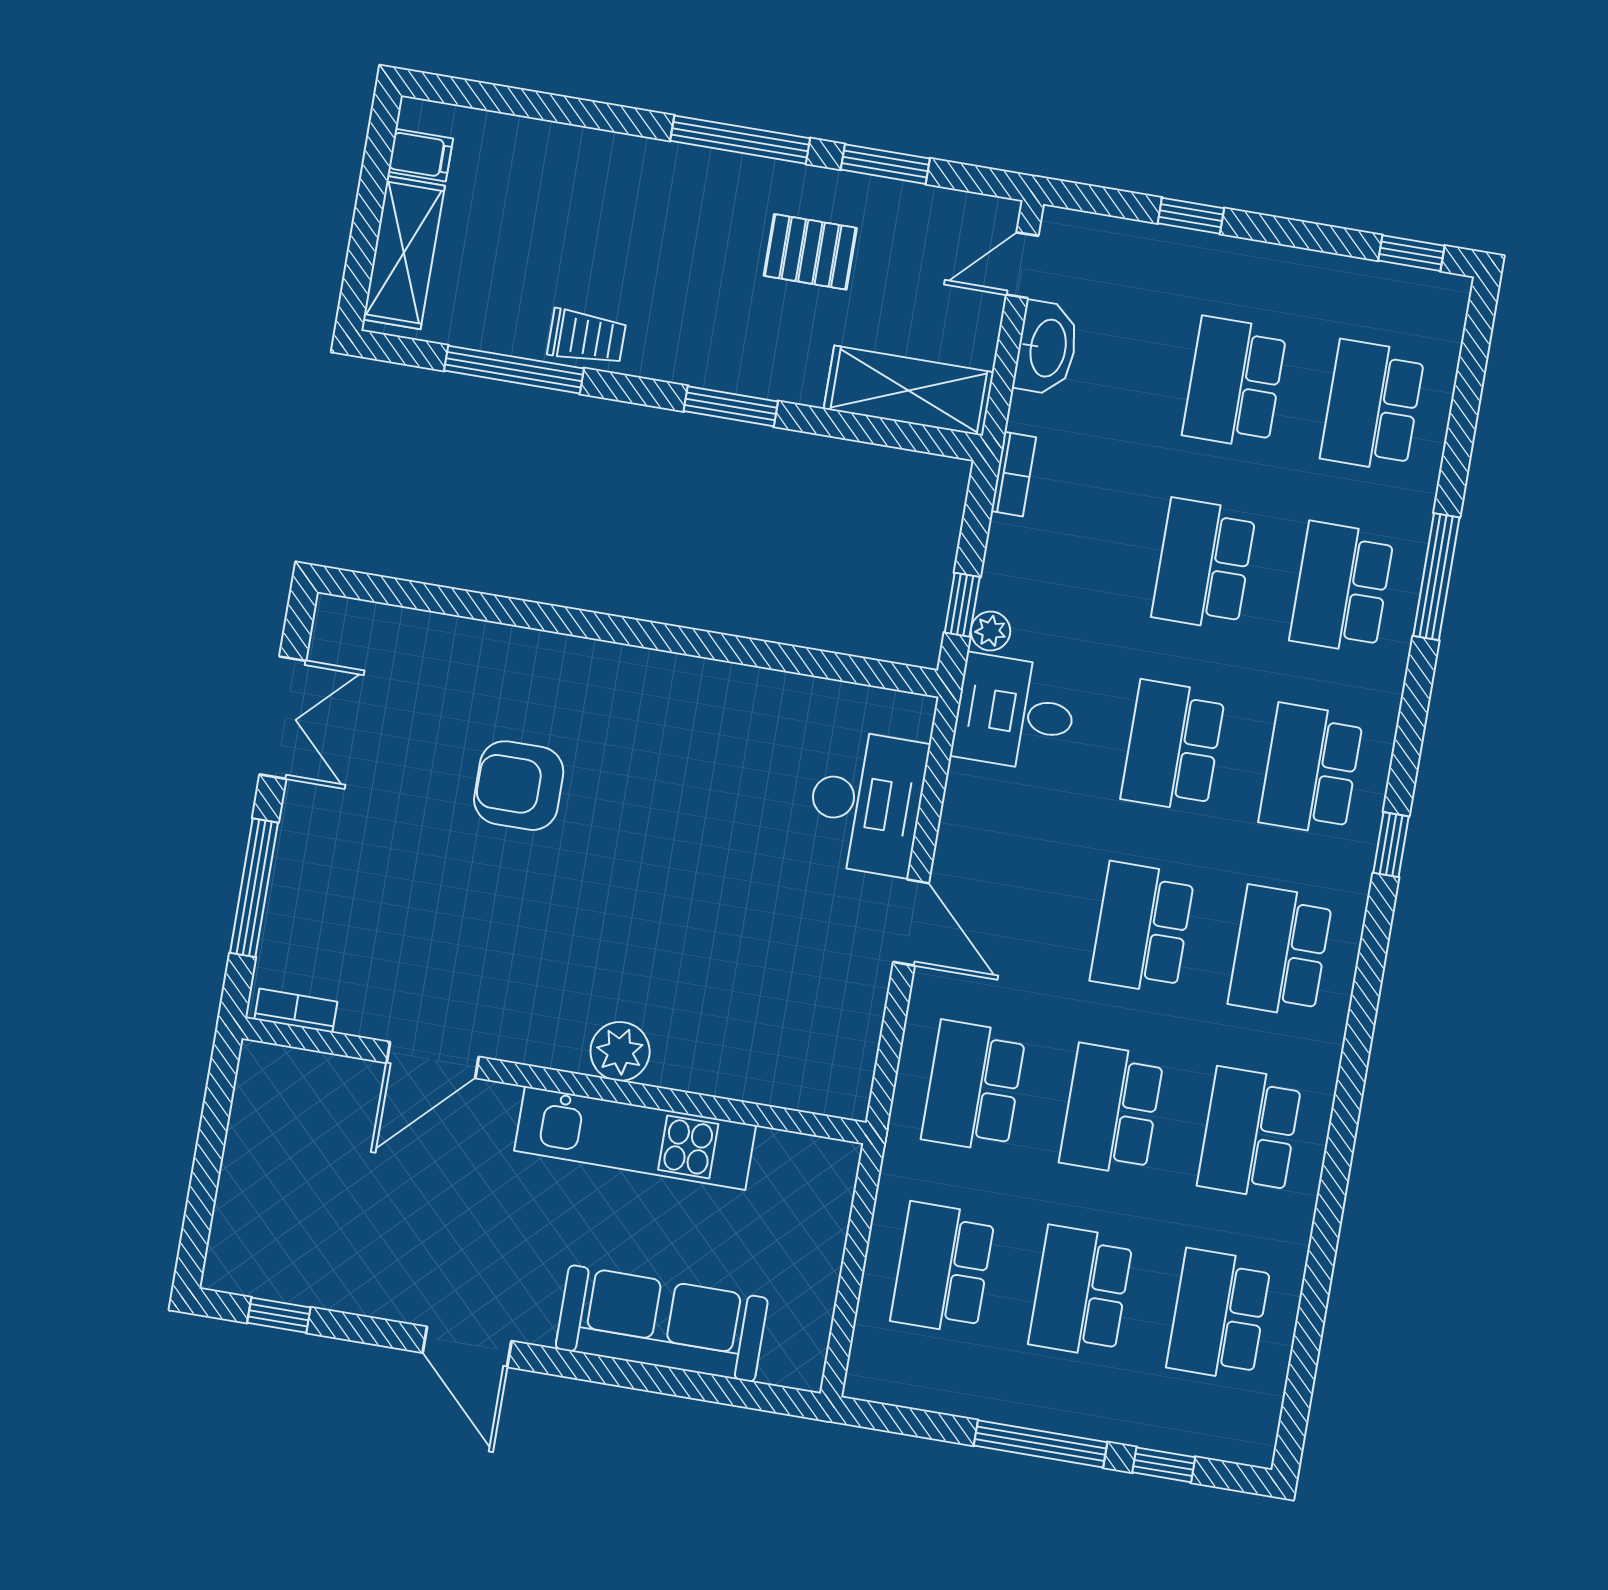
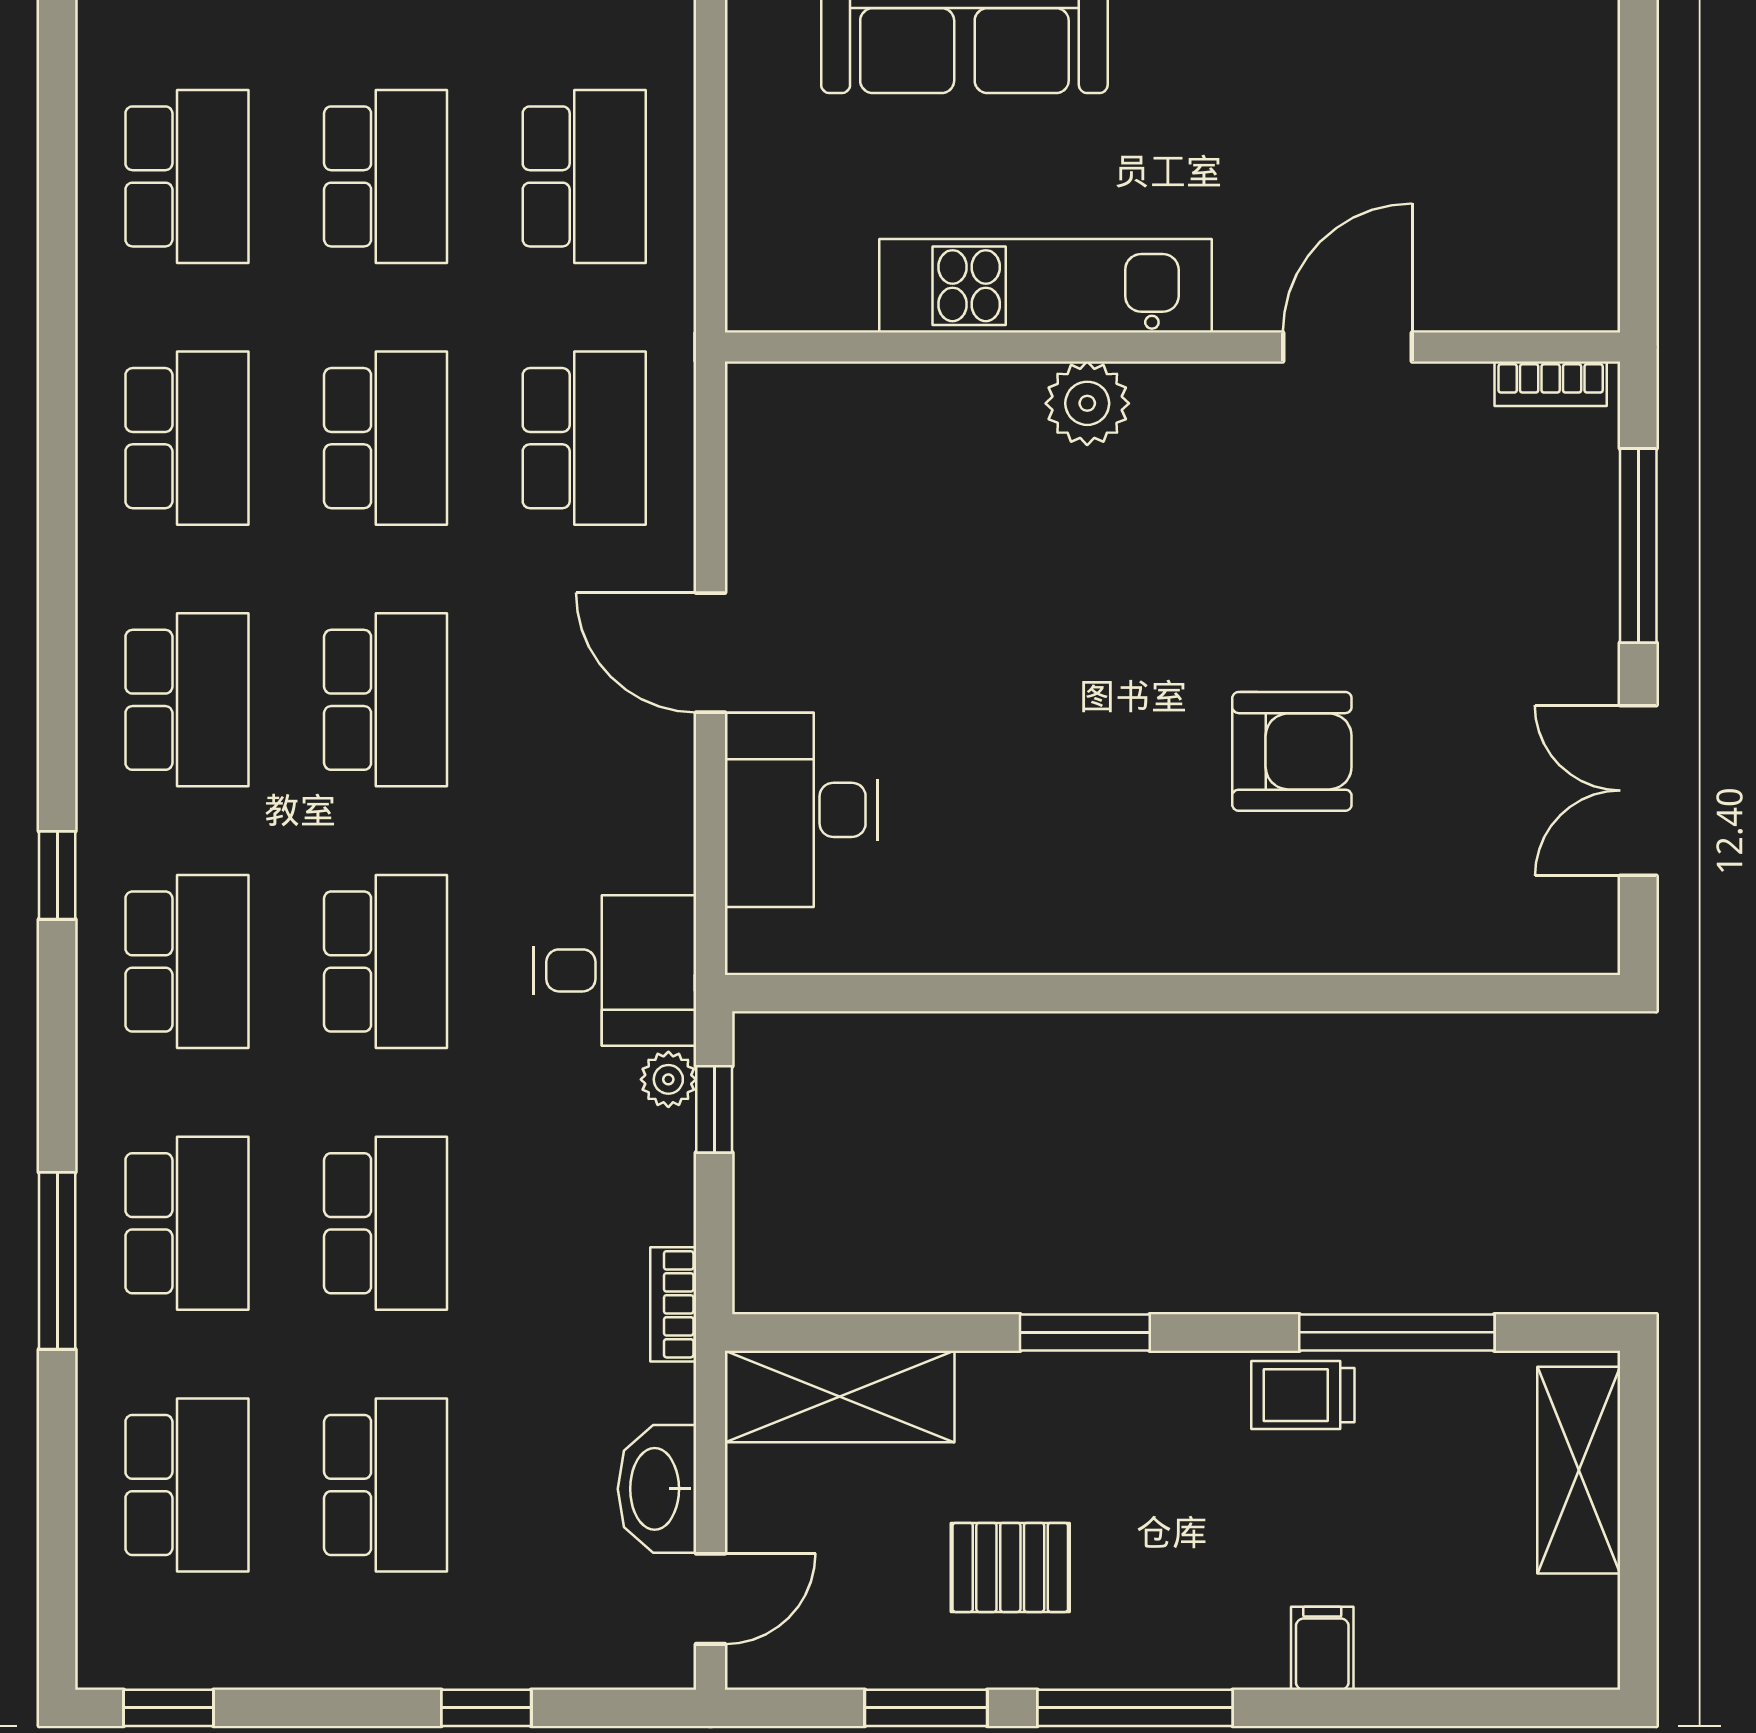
filing cabinet: (420, 155) -> (1322, 1648), moved, turned 90

